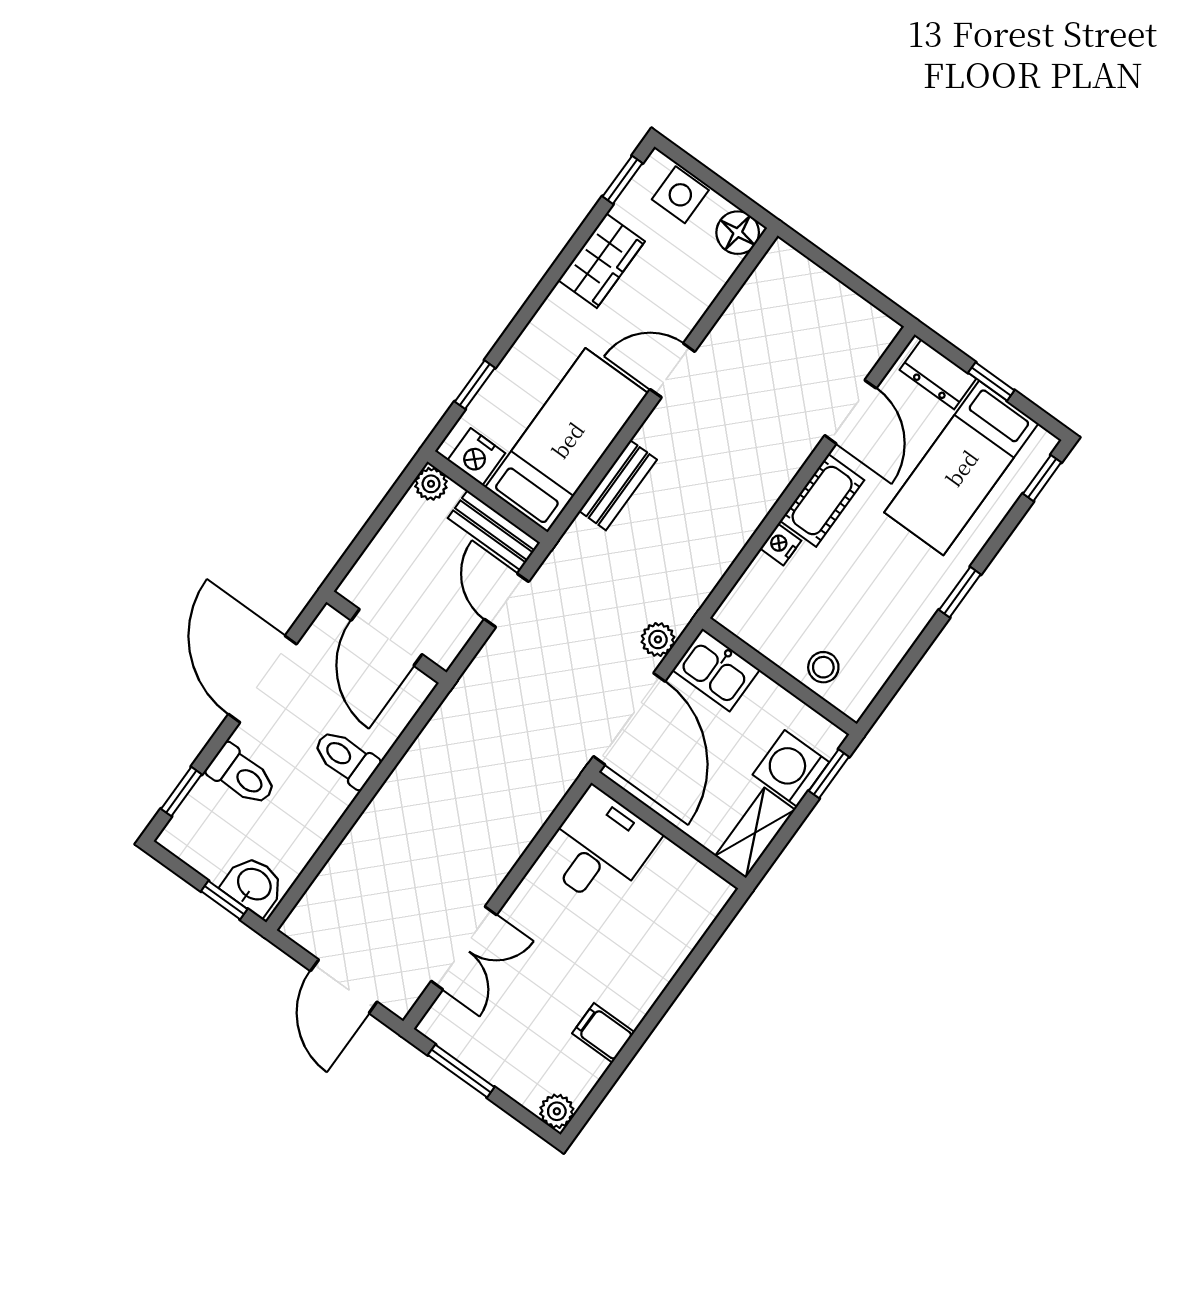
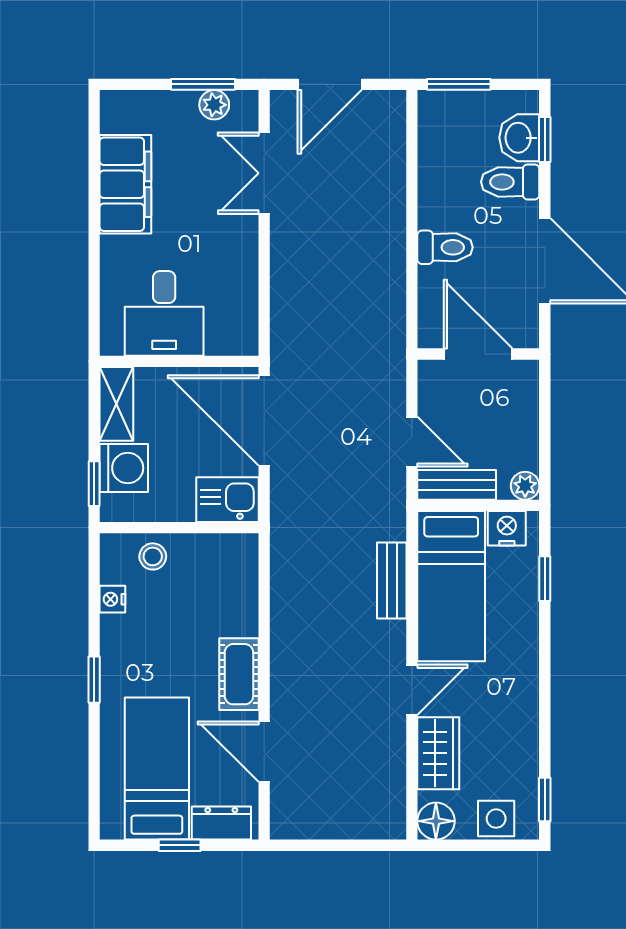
wardrobe: (601, 261) -> (438, 753), moved, turned 180
window: (1042, 478) -> (94, 803), removed
nightstand: (781, 545) -> (112, 599), moved, turned 180
plant: (658, 639) -> (284, 491), removed
desk: (599, 848) -> (164, 313), moved
washbasin: (254, 885) -> (519, 138), moved, turned 90
window: (224, 900) -> (459, 84), width x1.50
door: (344, 986) -> (330, 84), swing flipped
filing cabinet: (603, 1033) -> (125, 184), width x3.00, depth x1.17
plant: (557, 1111) -> (214, 105), moved

